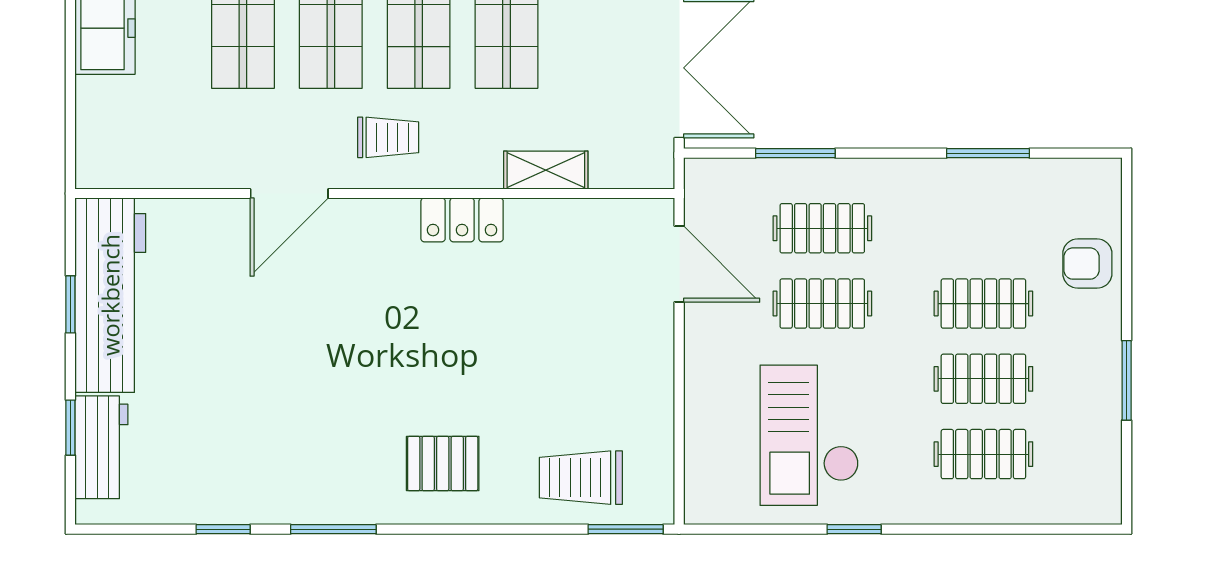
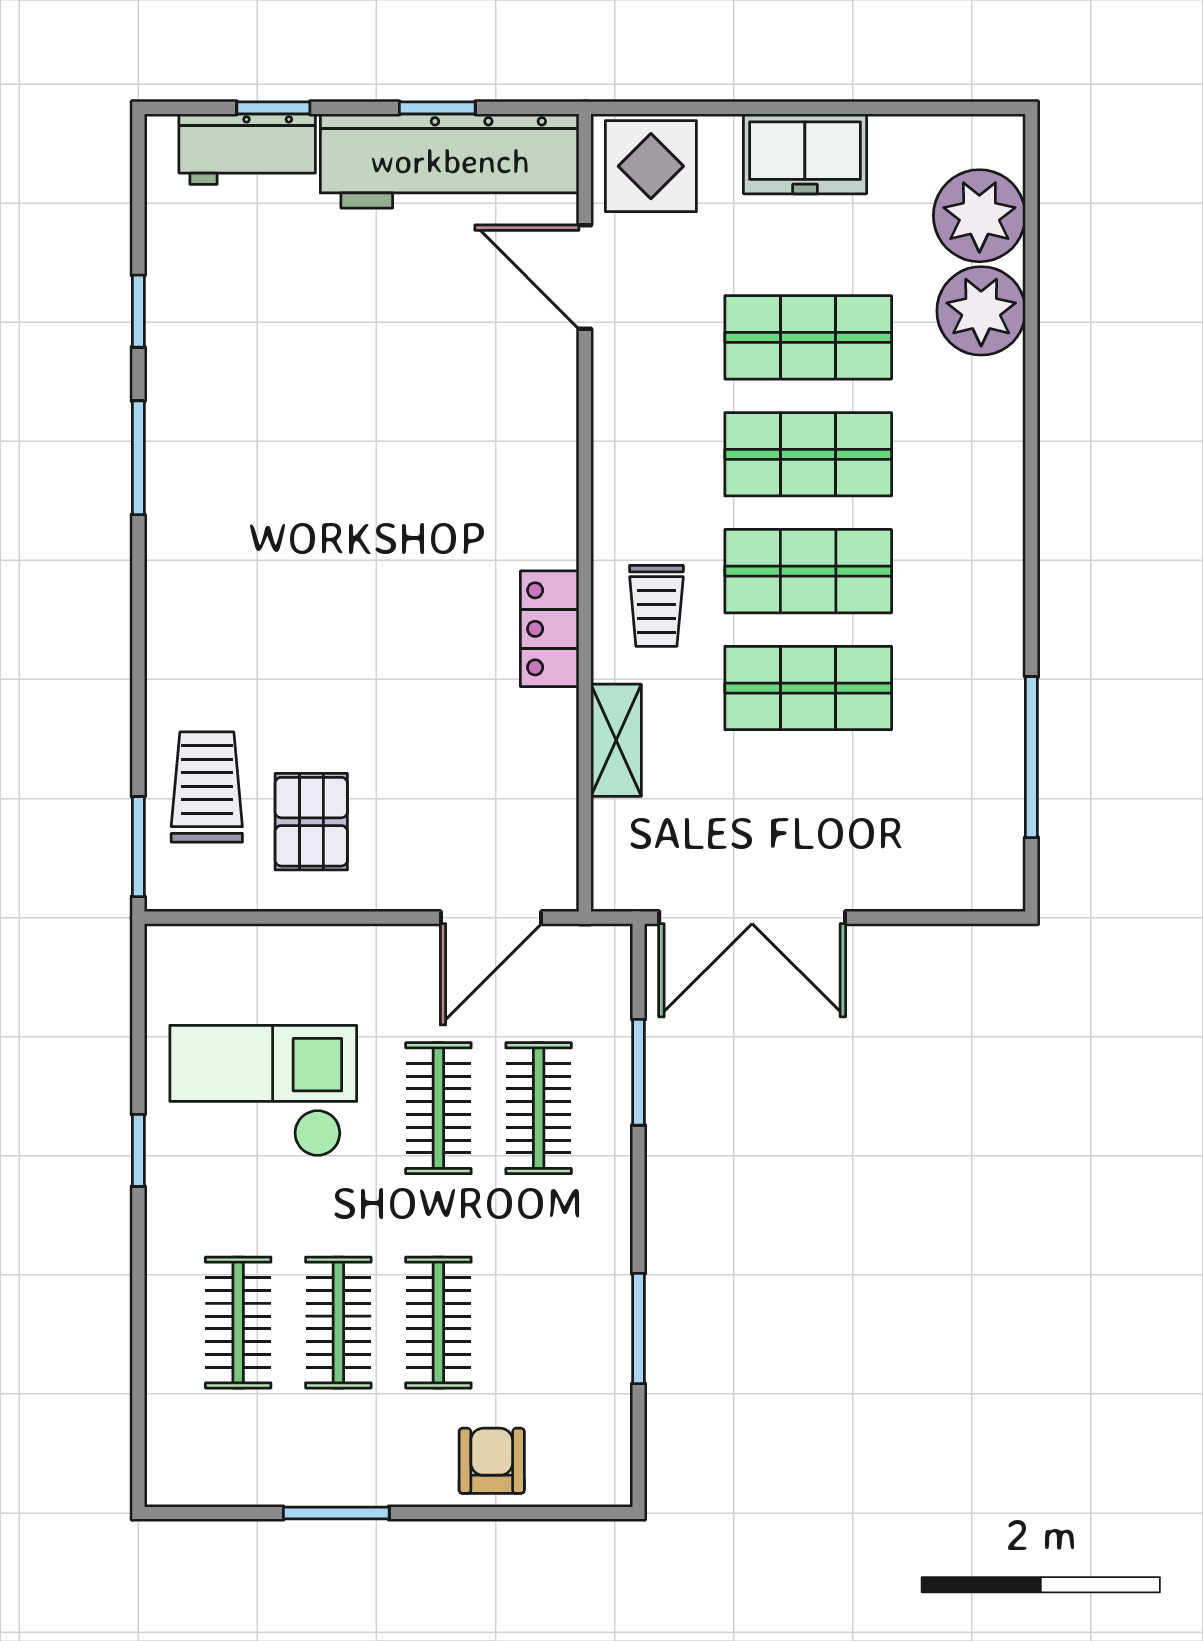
trolley: (388, 137) -> (656, 606), moved
display table: (114, 144) -> (651, 166), added
door: (289, 193) -> (585, 277), moved
pallet: (443, 464) -> (311, 822), moved

